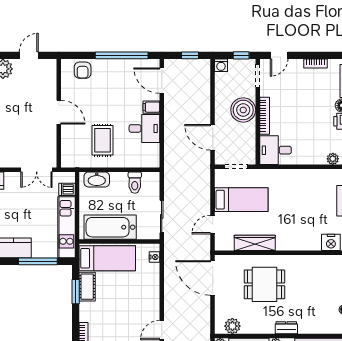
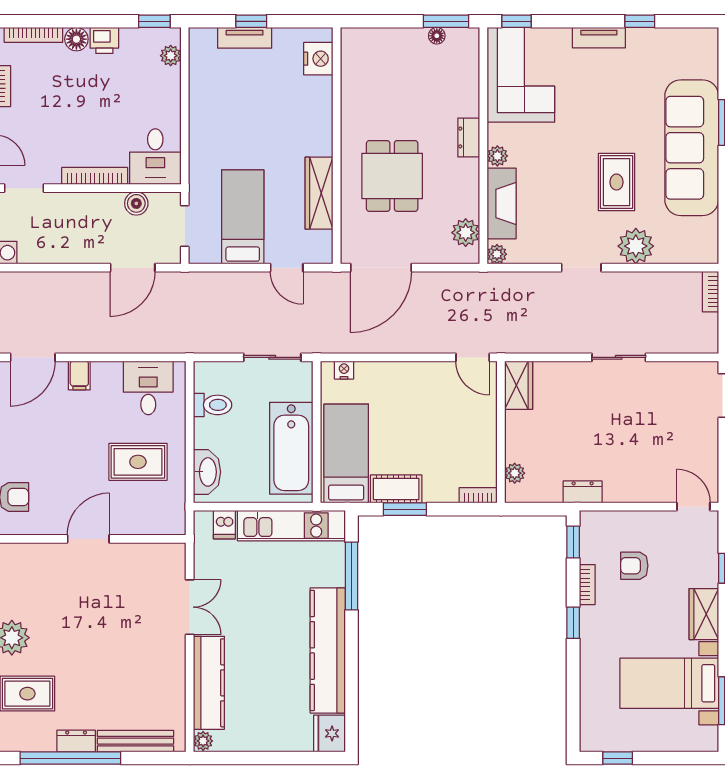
boiler: (243, 110) -> (136, 203), moved, width x0.54, depth x0.54
desk: (144, 128) -> (148, 388), moved
double door: (37, 170) -> (190, 607), moved

